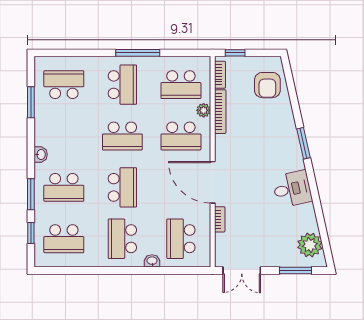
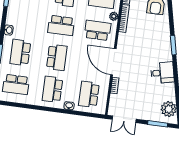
school desk: (181, 136) -> (98, 30), turned 180
school desk: (64, 187) -> (20, 52), turned 90

